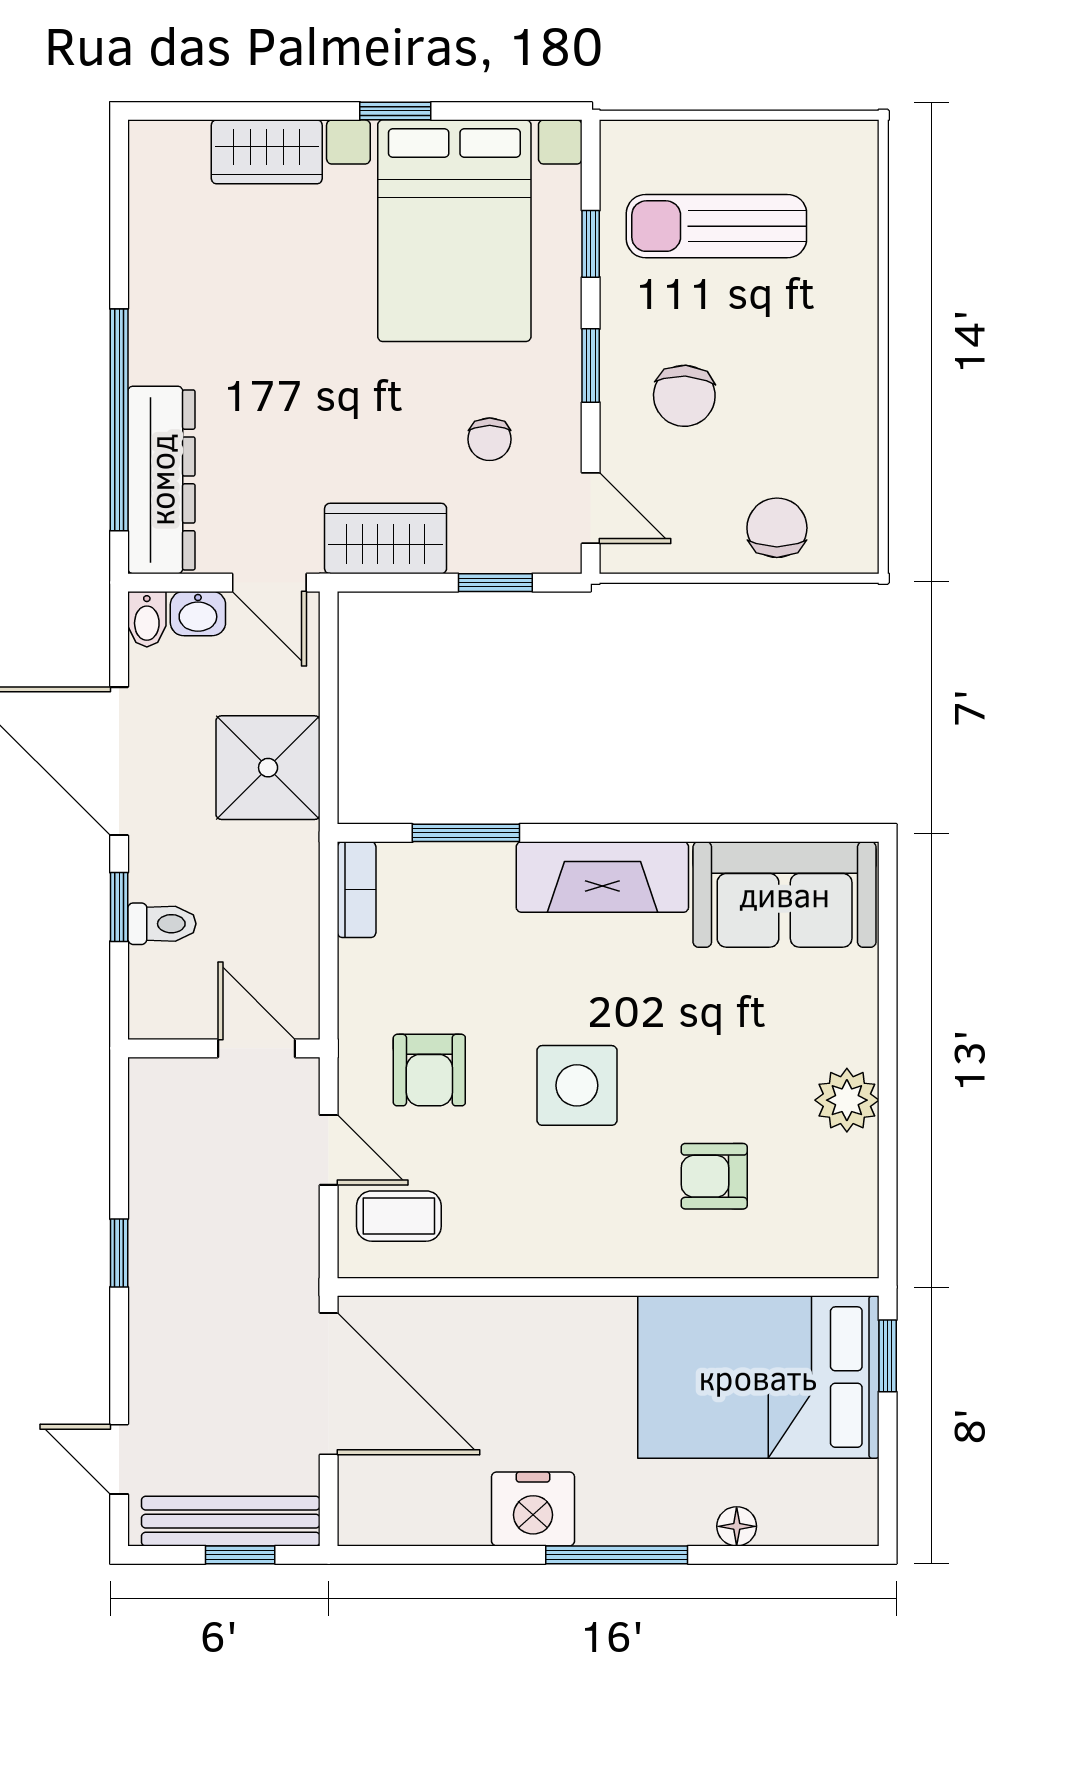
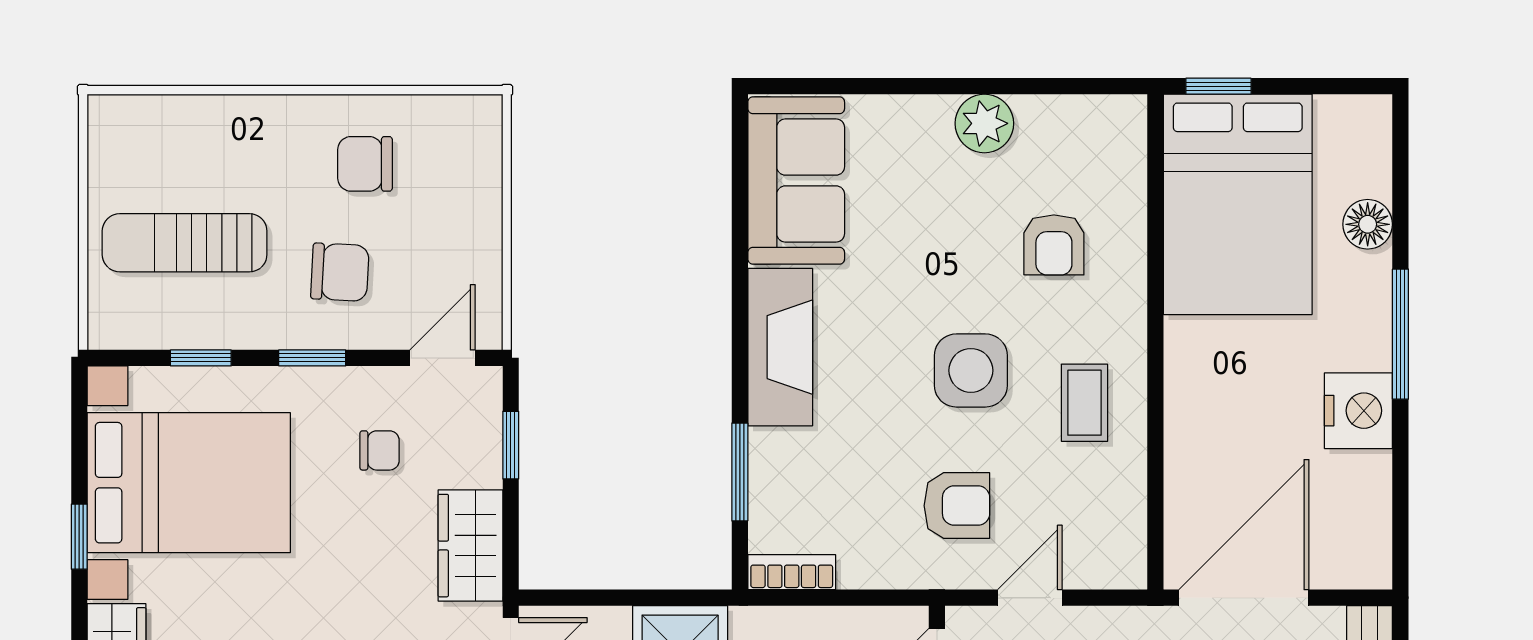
sun lounger: (716, 226) -> (185, 243), turned 90
chair: (777, 528) -> (365, 164), moved
coffee table: (399, 1216) -> (1084, 403), moved
floor lamp: (737, 1526) -> (1368, 224), width x1.37, depth x1.37

